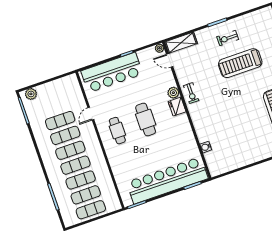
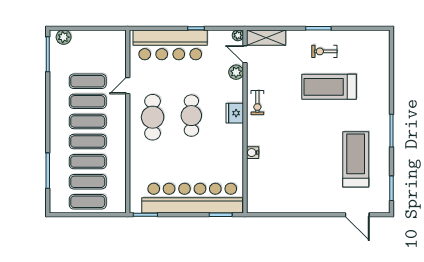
plant: (173, 93) -> (236, 72), moved
cafe table: (117, 131) -> (153, 117), width x1.37, depth x1.35
water cooler: (206, 147) -> (253, 153), moved

